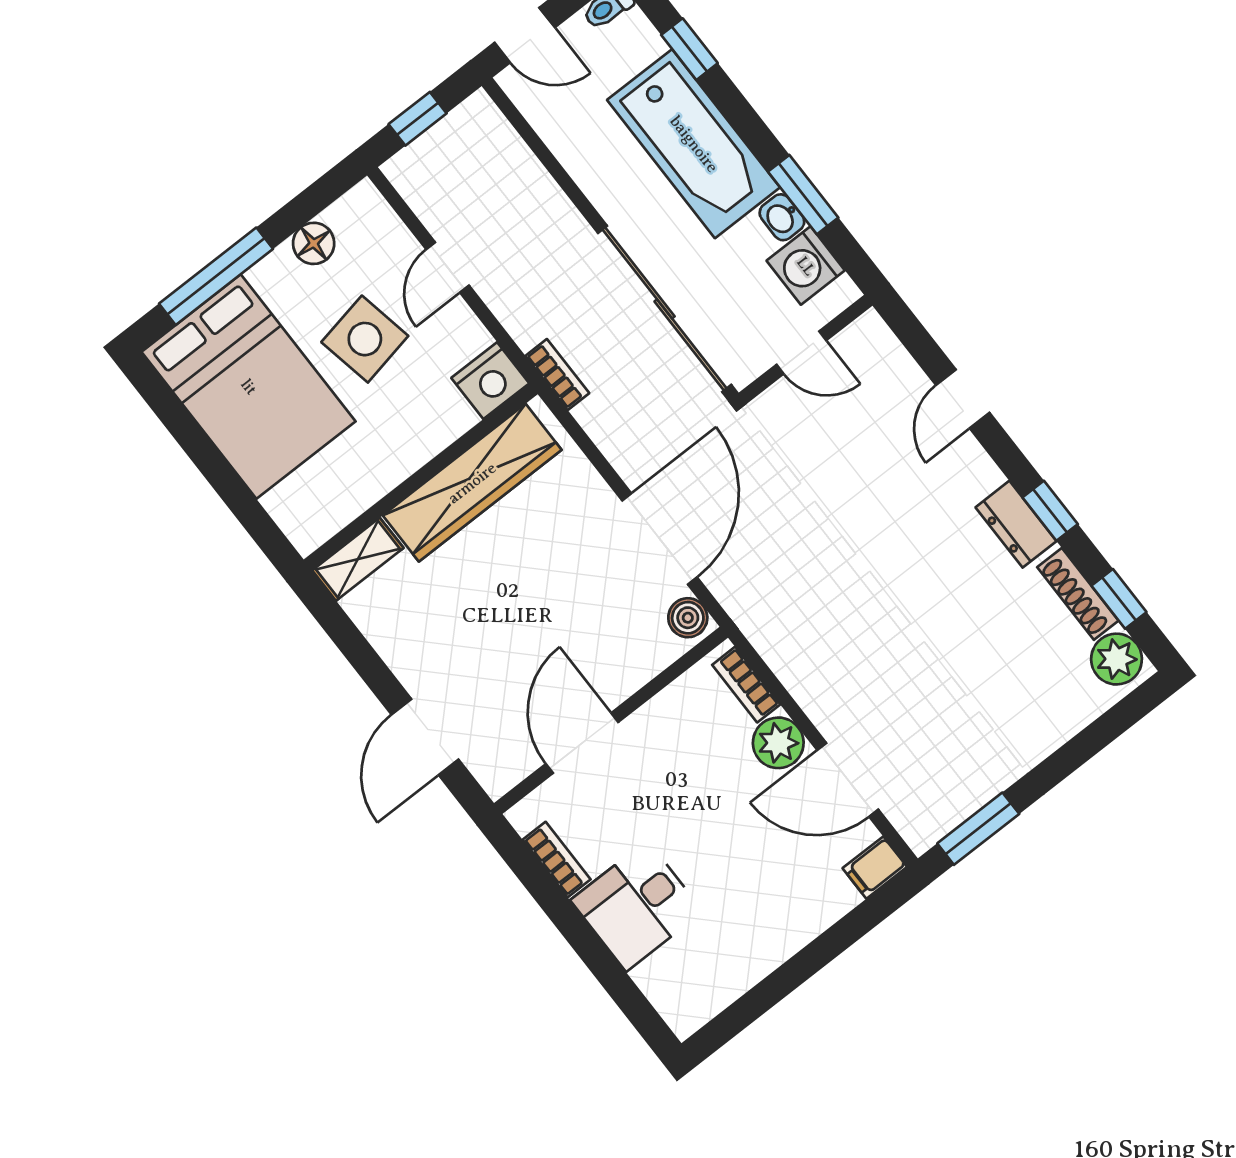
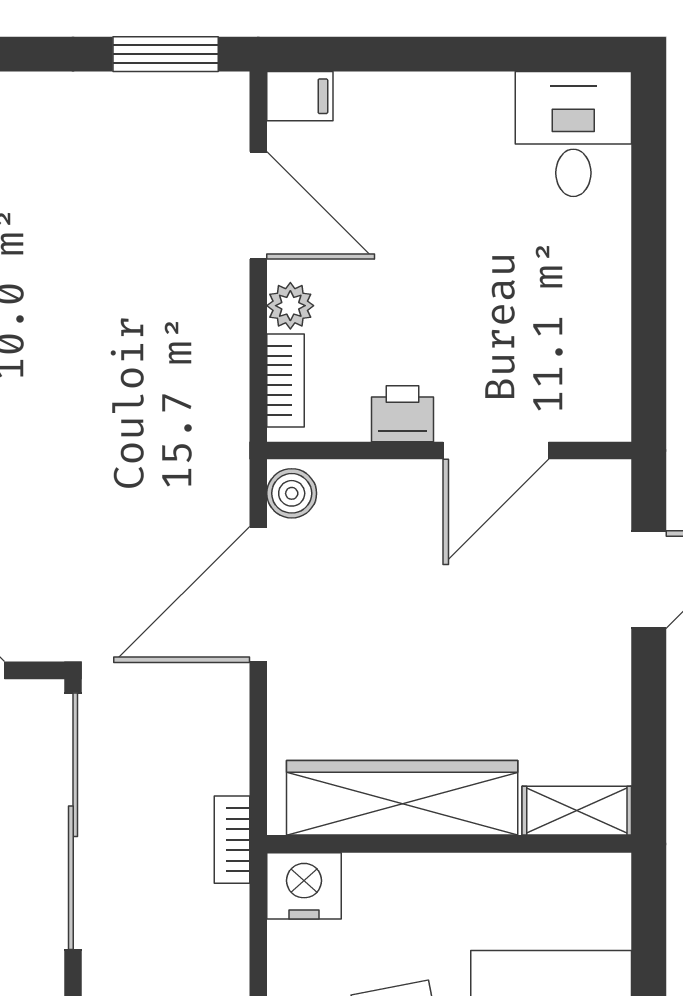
printer: (658, 721) -> (403, 414), added
plant: (778, 743) -> (290, 306), width x0.73, depth x0.73
bookcase: (557, 860) -> (613, 354), removed
desk: (637, 906) -> (573, 134), moved, turned -90

